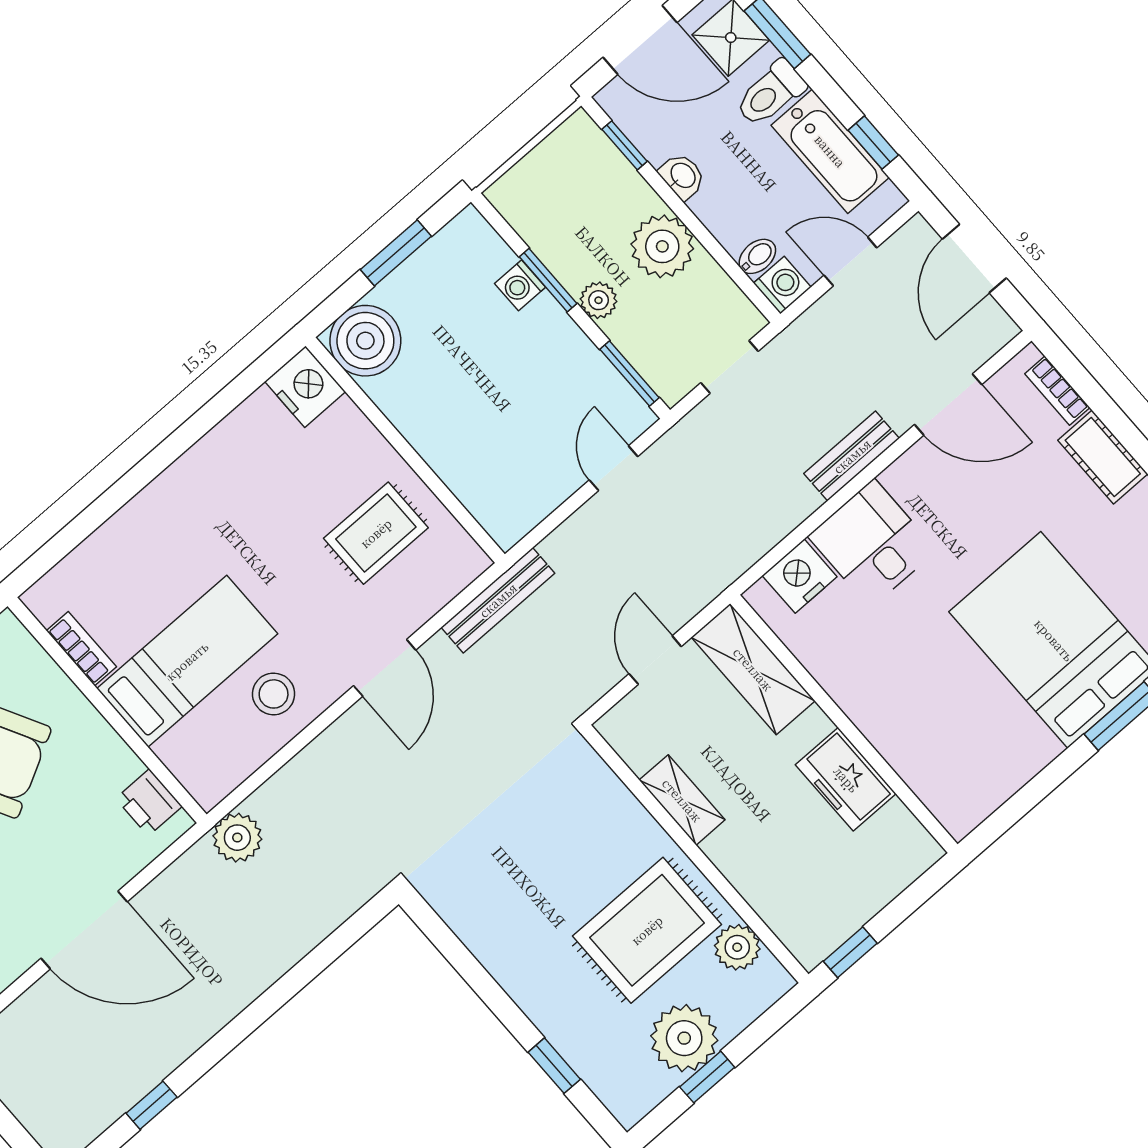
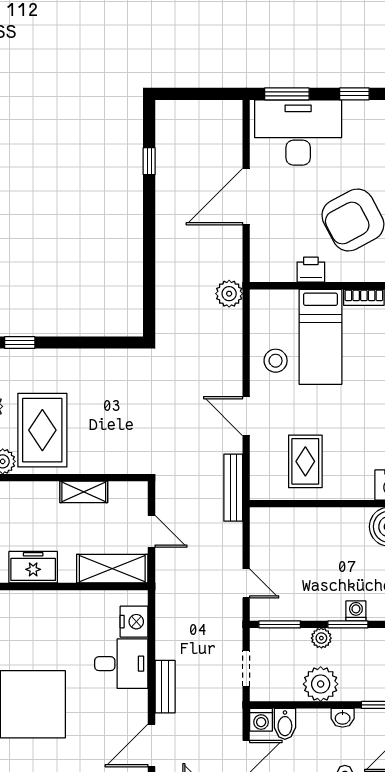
bidet: (757, 256) -> (285, 724), width x1.38, depth x1.36
printer: (149, 802) -> (311, 270), moved

